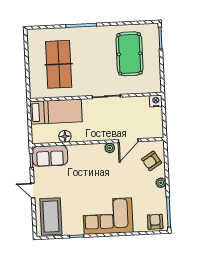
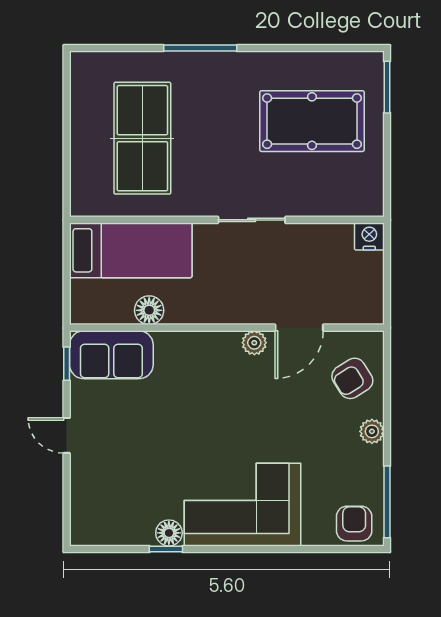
pool table: (130, 54) -> (312, 121), turned 90
coffee table: (51, 216) -> (107, 499), removed
floor lamp: (78, 229) -> (169, 533), added

